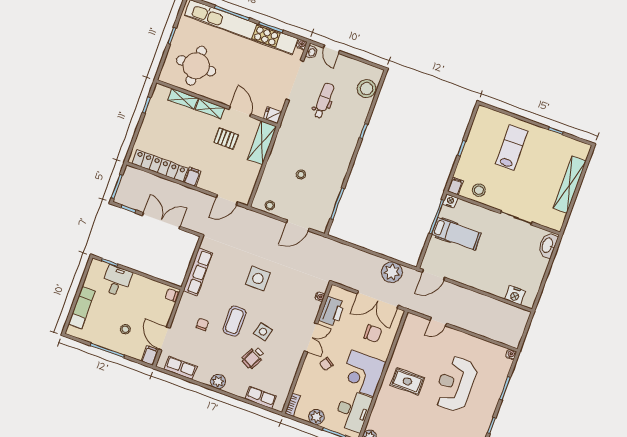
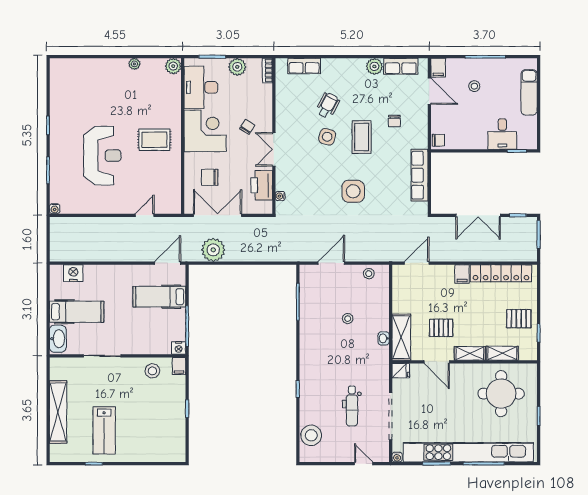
washbasin: (312, 52) -> (384, 338), moved
pallet: (159, 123) -> (519, 319), added
lab bench: (512, 148) -> (104, 430), moved
hospital bed: (456, 234) -> (159, 297), moved
hospital bed: (524, 262) -> (77, 312), added
plant: (218, 382) -> (374, 66), moved

